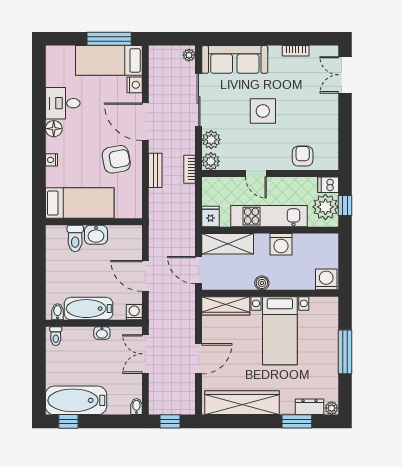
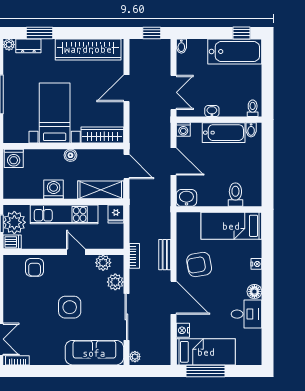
bookcase: (296, 51) -> (17, 360), moved
plant: (211, 161) -> (103, 263), moved
washbasin: (96, 235) -> (186, 198), moved

